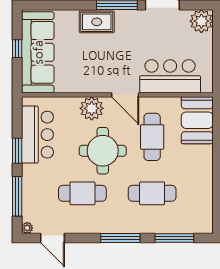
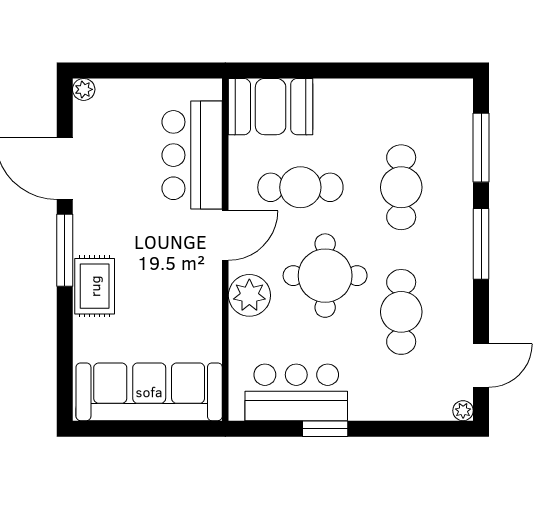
plant: (201, 21) -> (84, 89), width x0.53, depth x0.53
window: (17, 49) -> (142, 429), removed
window: (17, 196) -> (406, 429), removed

